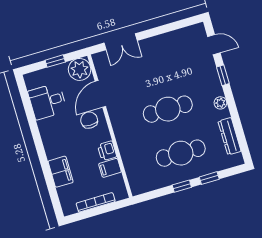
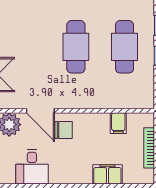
chair: (89, 120) -> (64, 130), turned 180
printer: (107, 151) -> (100, 121), removed

